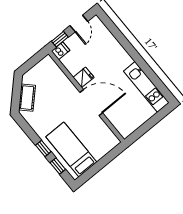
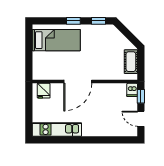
fridge: (84, 77) -> (44, 91), moved
cot: (27, 98) -> (131, 62), moved, turned 45
window: (58, 166) -> (98, 21), moved

